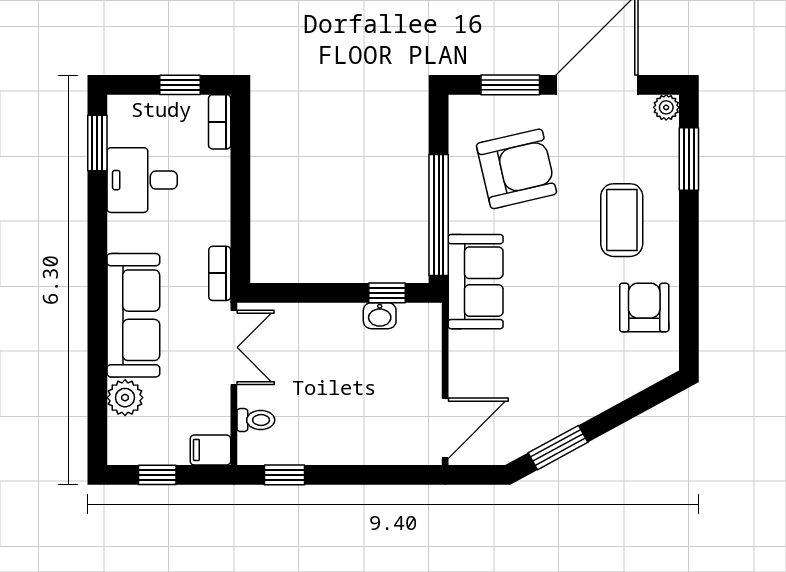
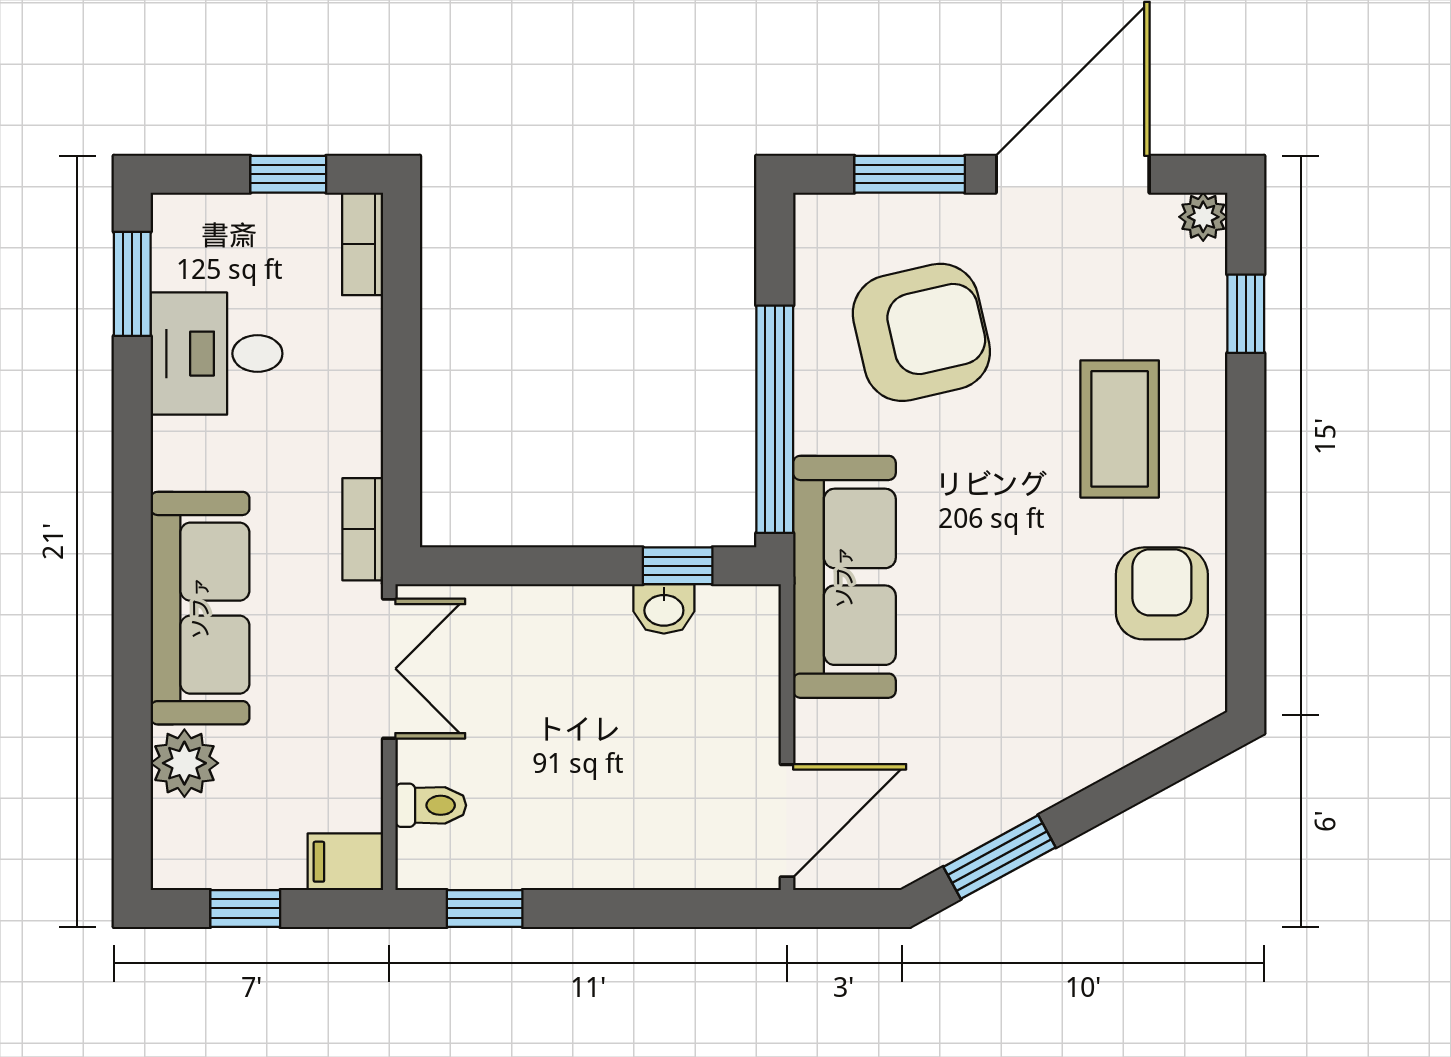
window: (689, 159) -> (1246, 314), width x0.67
sofa: (476, 282) -> (844, 577), width x1.36

